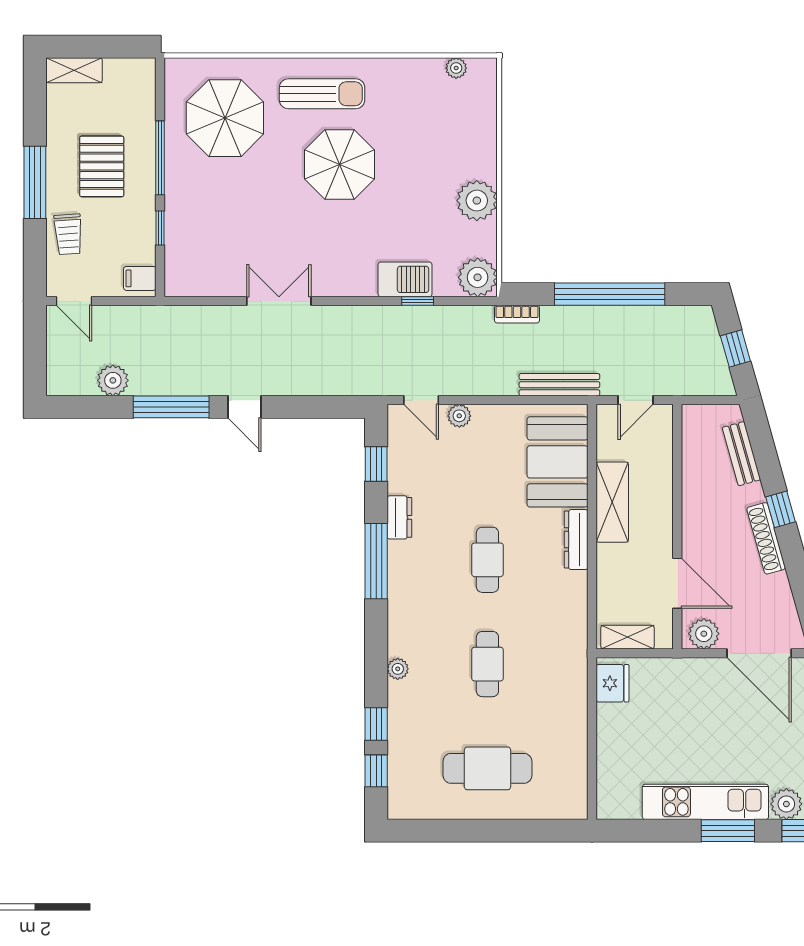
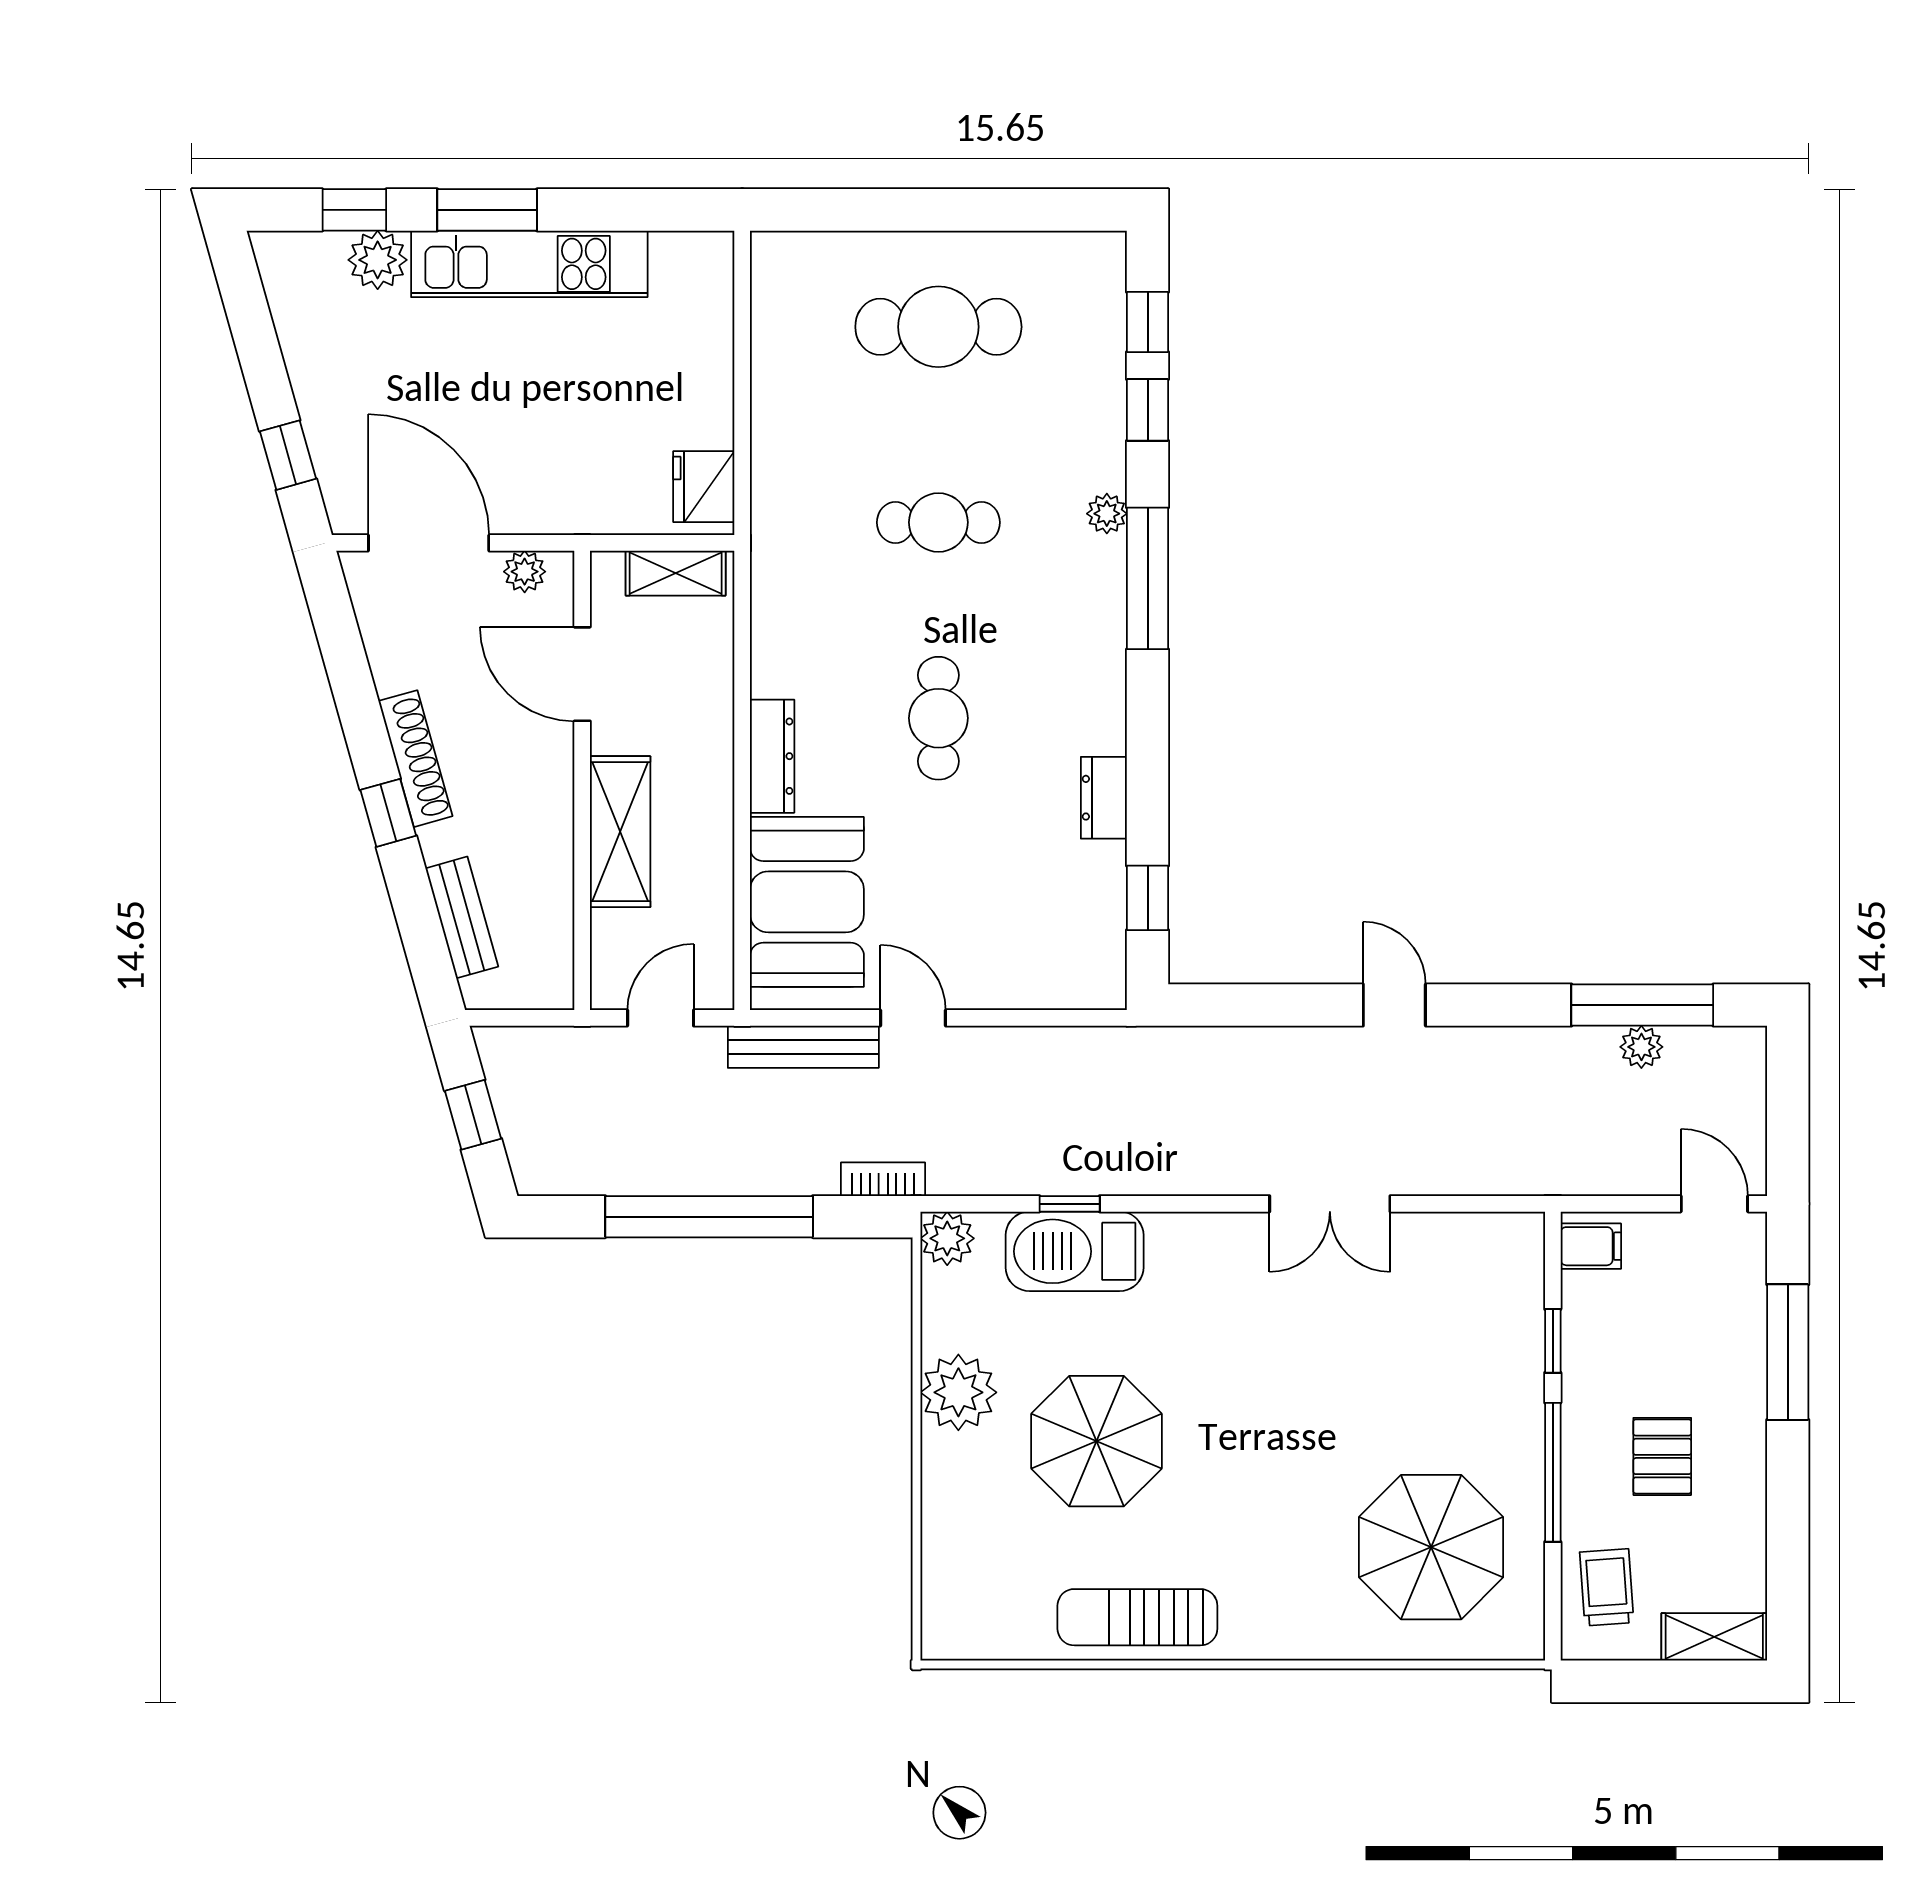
plant: (456, 68) -> (997, 1641), removed
sun lounger: (322, 94) -> (1137, 1617), moved
parasol: (339, 165) -> (1097, 1441), moved
pallet: (102, 166) -> (1662, 1456), width x0.67, depth x0.71
window: (35, 182) -> (1788, 1352), moved
trolley: (68, 234) -> (1607, 1587), moved
plant: (478, 277) -> (947, 1238), width x0.73, depth x0.73
barbecue: (405, 279) -> (1075, 1251), width x1.37, depth x1.21
plant: (113, 380) -> (1641, 1047), width x0.73, depth x0.73
door: (421, 400) -> (913, 1018), moved
window: (171, 407) -> (1642, 1005), moved
plant: (459, 416) -> (991, 988), removed
shelving: (612, 502) -> (620, 832), moved
window: (376, 561) -> (1148, 578), moved
plant: (704, 634) -> (525, 572), width x0.73, depth x0.73
cafe table: (487, 664) -> (938, 522), turned 90

